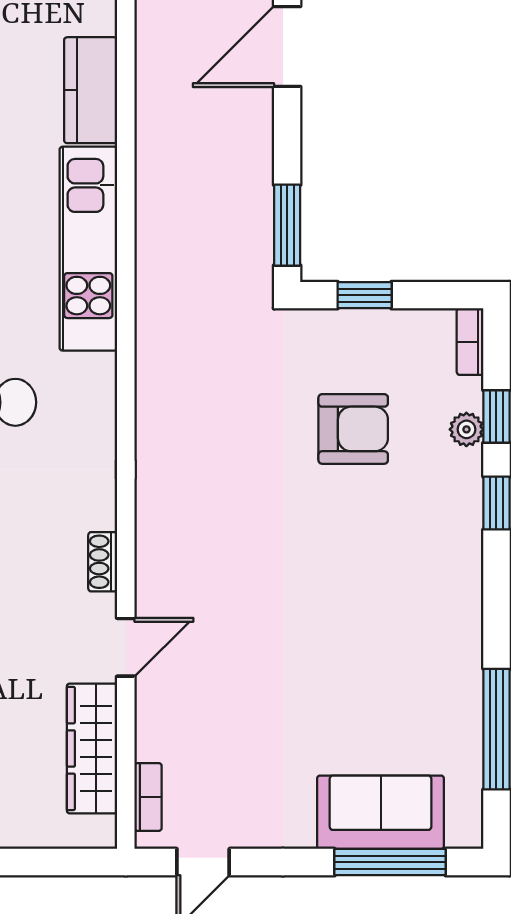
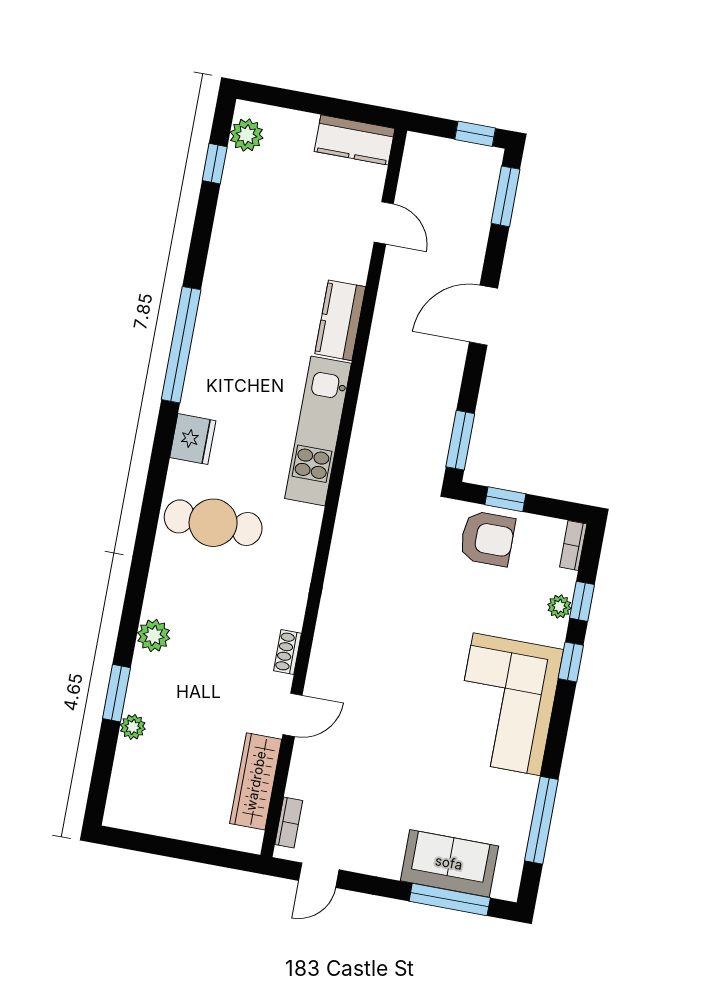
armchair: (353, 429) -> (487, 539), moved
corner sofa: (419, 578) -> (507, 704), added

